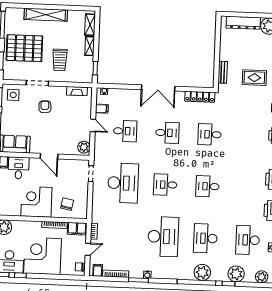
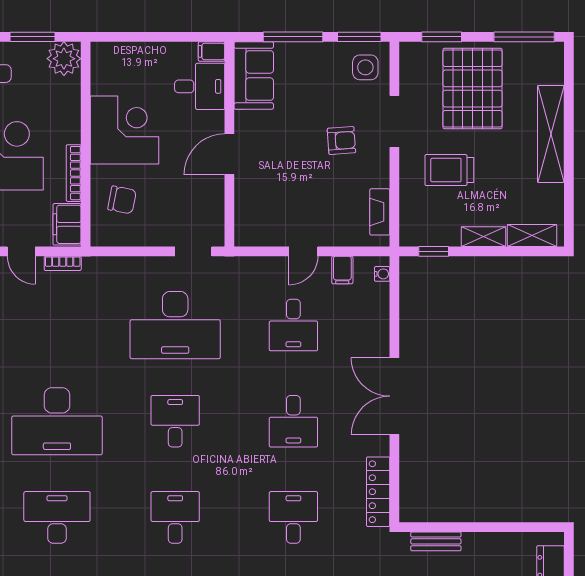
plant: (84, 147) -> (253, 233), removed

